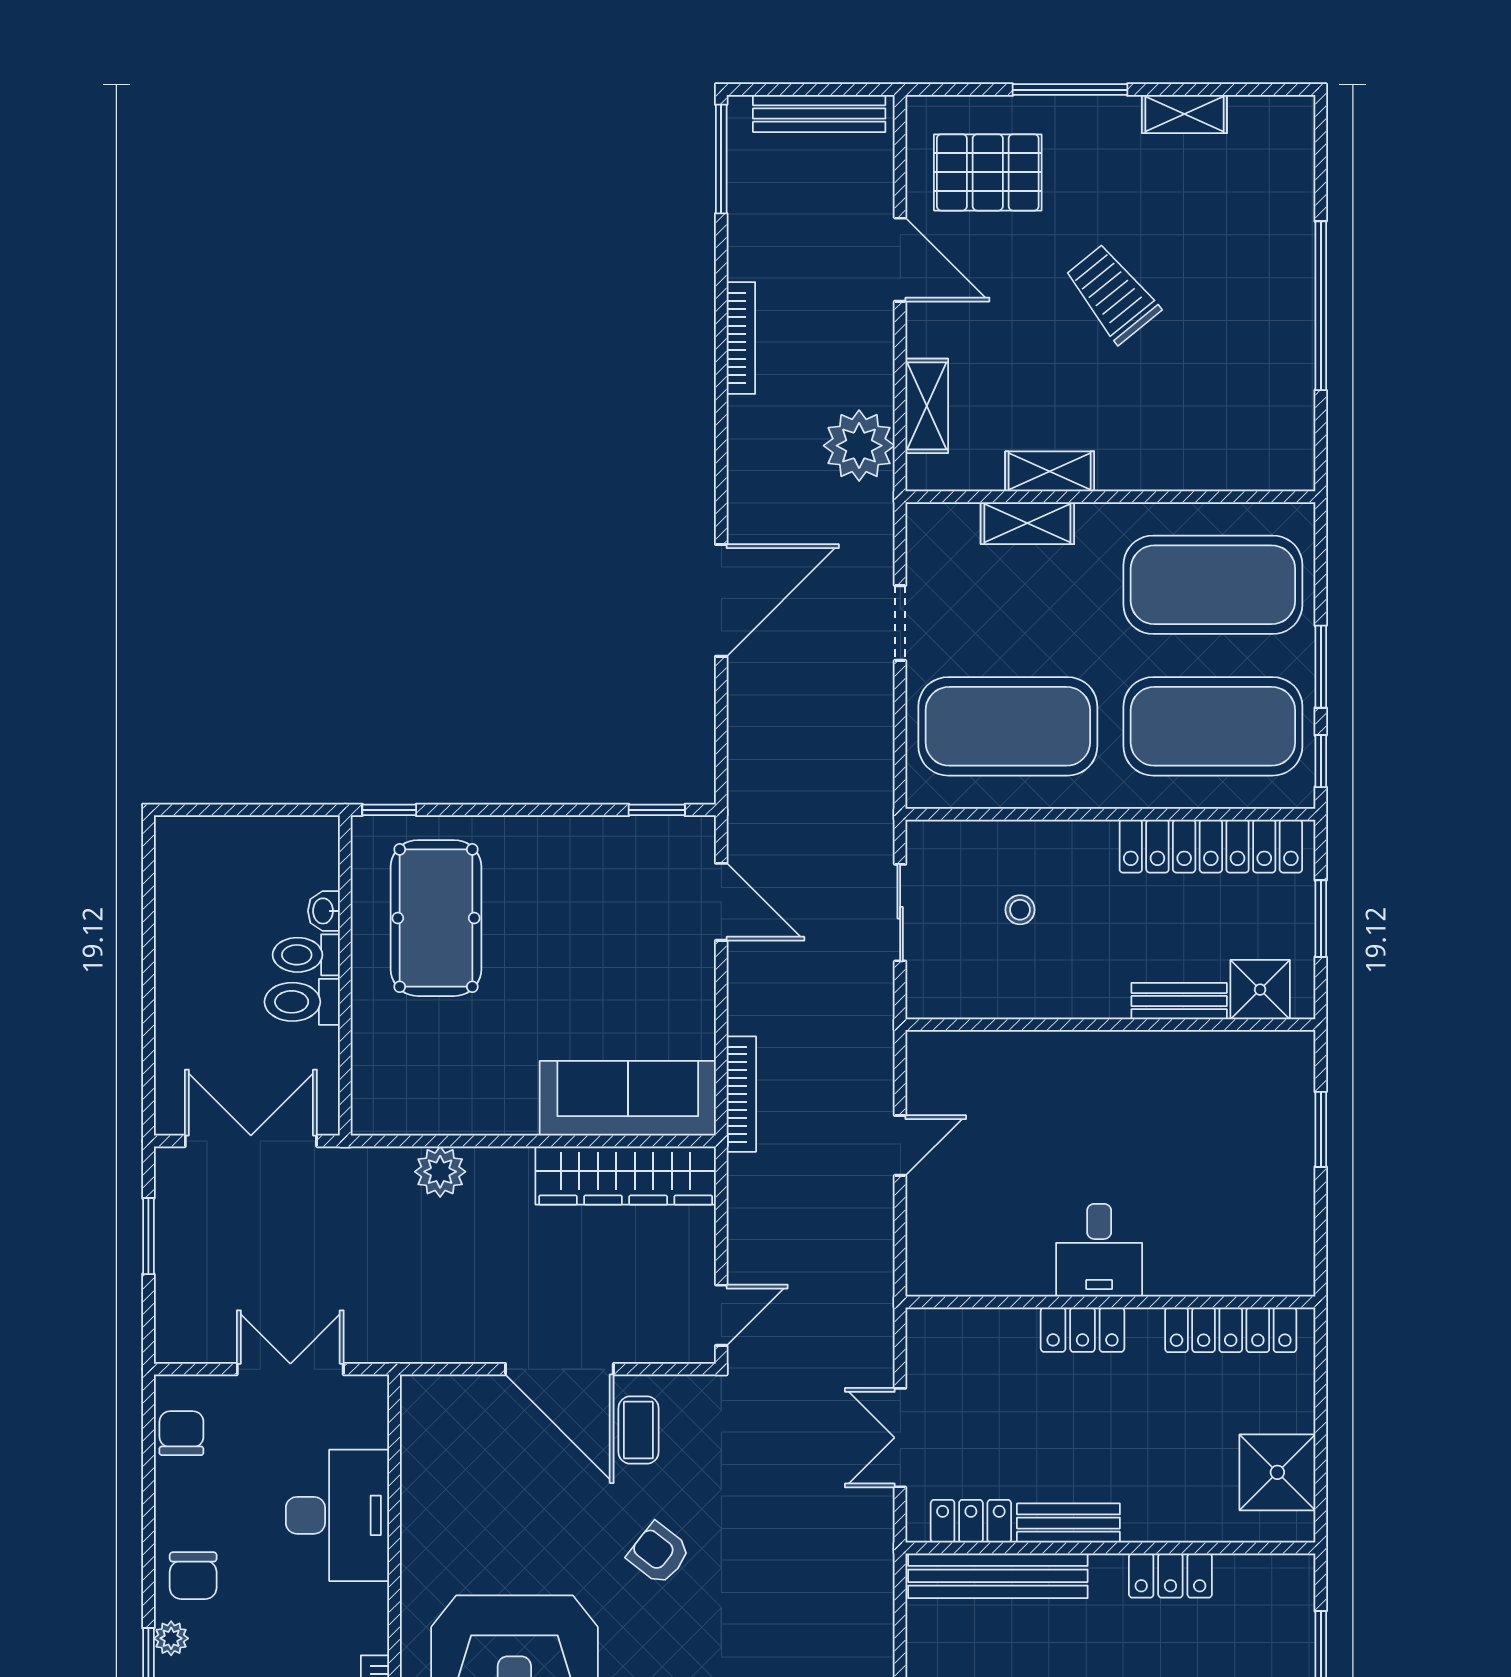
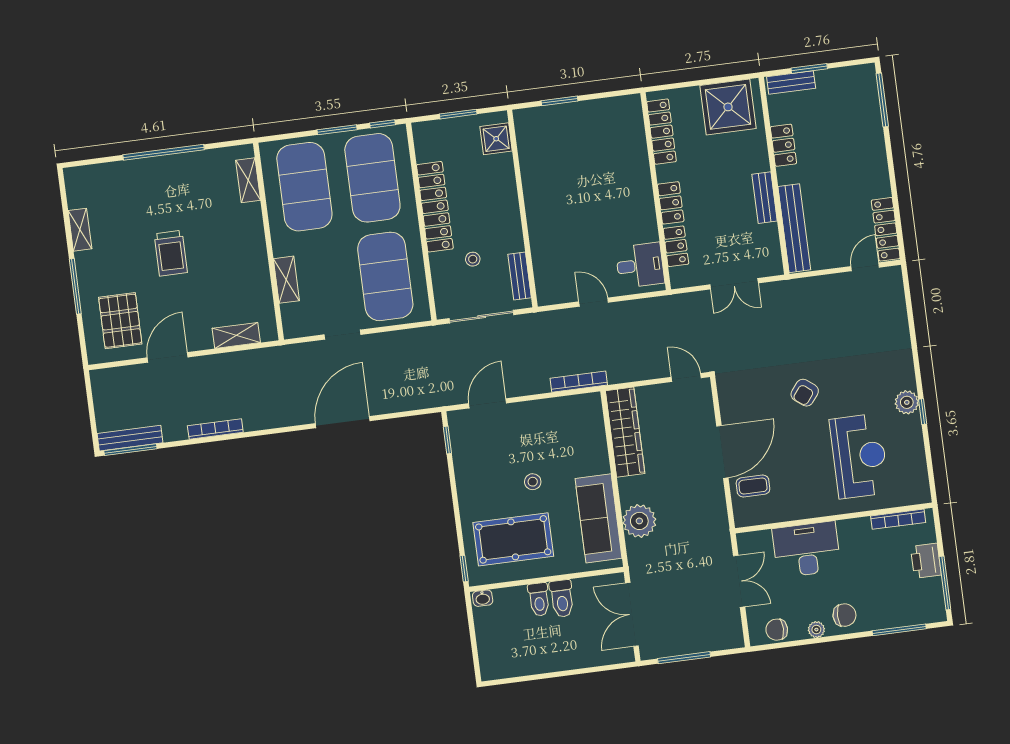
bench: (819, 113) -> (130, 438), moved, turned 90
trolley: (1112, 294) -> (171, 253), turned -51
plant: (859, 446) -> (260, 365), removed
shelving: (1050, 471) -> (248, 180), moved
door: (721, 600) -> (343, 422), hinge flipped
locker: (1211, 846) -> (435, 207), moved
washbasin: (324, 911) -> (483, 598), moved
sliding door: (900, 913) -> (482, 317), width x1.37
stool: (549, 973) -> (533, 482), added
bench: (1179, 1001) -> (520, 276), moved
sofa: (628, 1098) -> (599, 518), moved
plant: (440, 1172) -> (639, 521), width x1.36, depth x1.36
window: (148, 1236) -> (684, 658), width x1.44
desk: (1099, 1250) -> (640, 265), moved
double door: (290, 1369) -> (739, 581), swing flipped
coffee table: (638, 1430) -> (753, 486), moved
shower: (1277, 1472) -> (728, 107), width x1.37, depth x1.37
locker: (971, 1521) -> (676, 246), moved, turned 180
bench: (1297, 1608) -> (791, 82), added
plant: (171, 1638) -> (816, 630), moved

